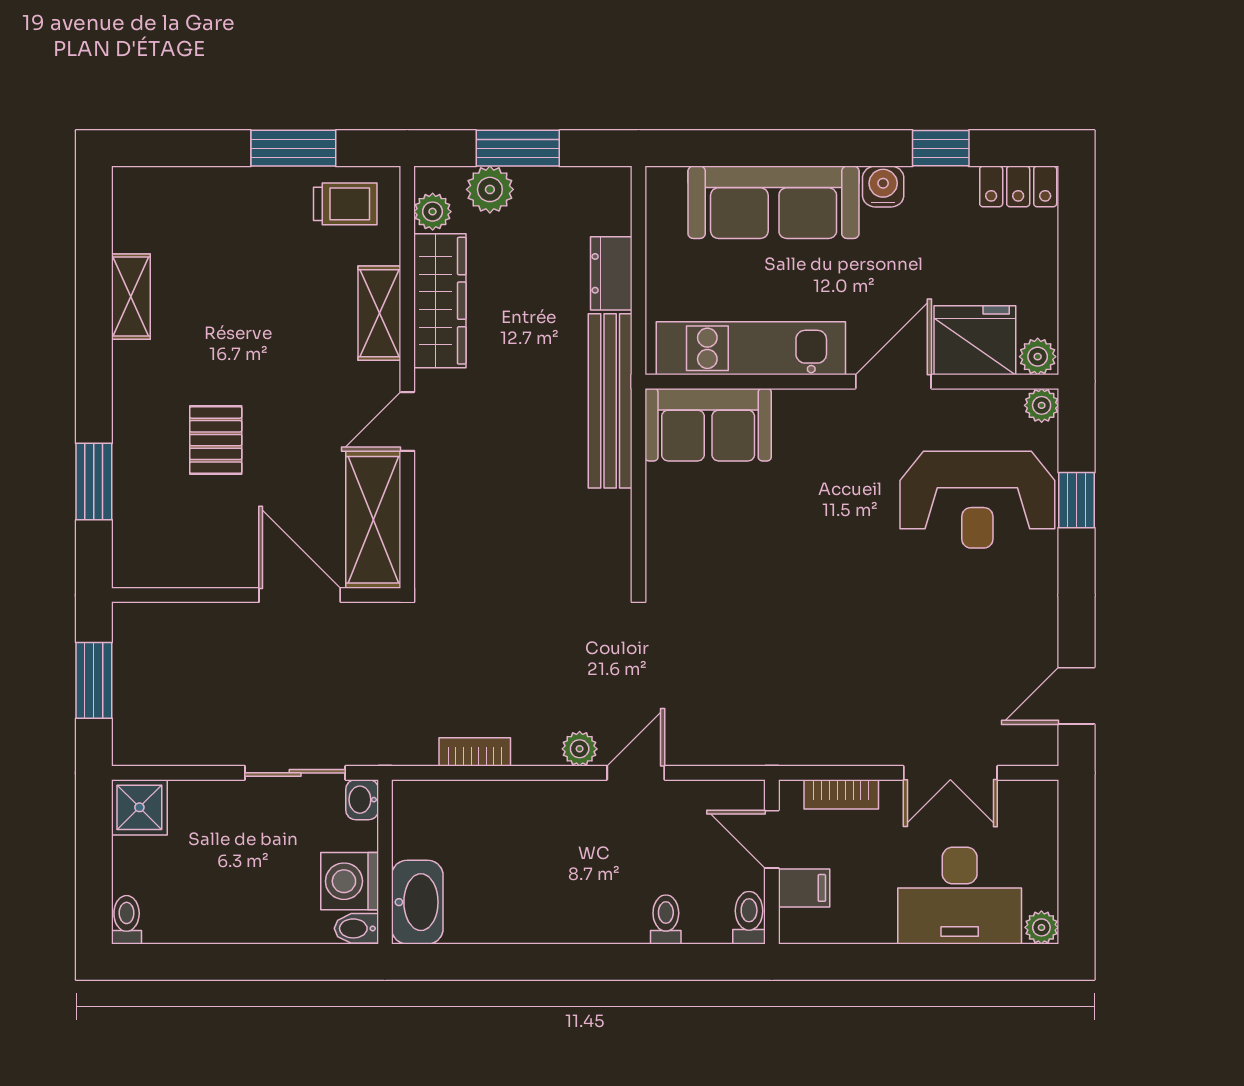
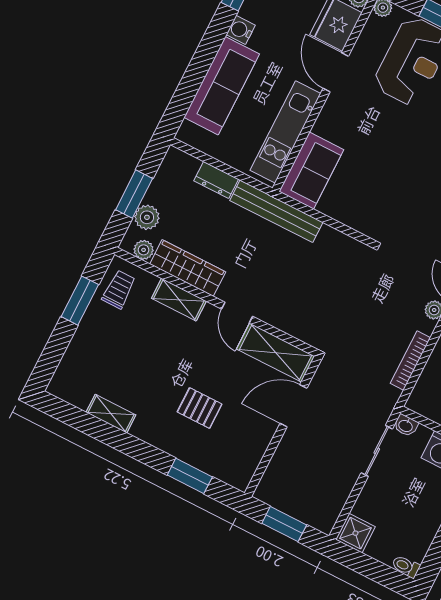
bookcase: (475, 752) -> (410, 361), width x1.56

